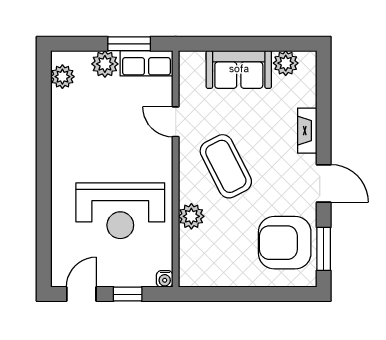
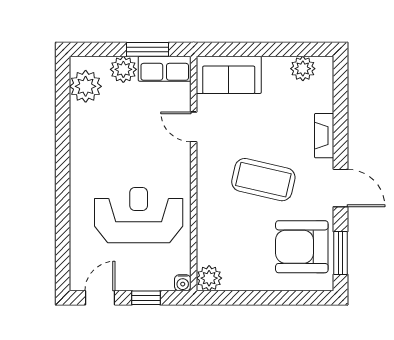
sofa: (239, 69) -> (229, 75), moved
plant: (62, 77) -> (86, 86), width x1.36, depth x1.36
coffee table: (226, 166) -> (263, 180), moved, turned -50
reception desk: (120, 211) -> (139, 215), turned 180
plant: (191, 216) -> (209, 278), moved

